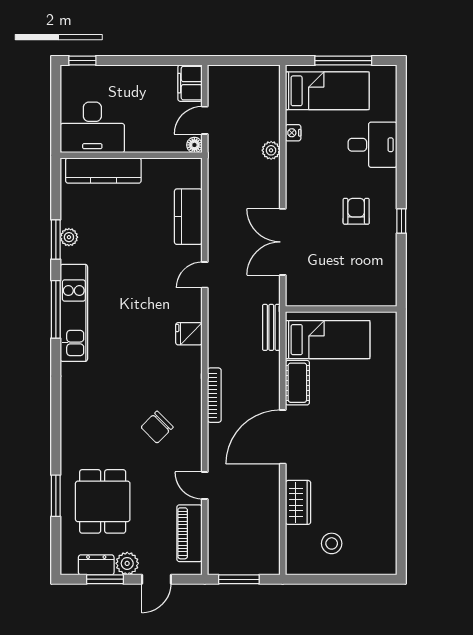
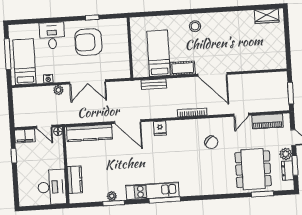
window: (82, 61) -> (14, 156), moved
kitchen counter: (103, 171) -> (75, 180), width x0.67
armchair: (356, 211) -> (88, 42), width x1.88, depth x1.88
kitchen counter: (188, 217) -> (89, 133), width x1.50
double door: (283, 242) -> (88, 82), moved
door: (205, 275) -> (128, 122), width x1.88
window: (56, 309) -> (165, 200), moved
wall: (341, 309) -> (130, 48), moved
window: (56, 496) -> (263, 194), moved
dining table: (103, 501) -> (253, 169), width x1.38
wardrobe: (298, 502) -> (267, 16), moved, turned 180
stool: (332, 543) -> (195, 26), moved

